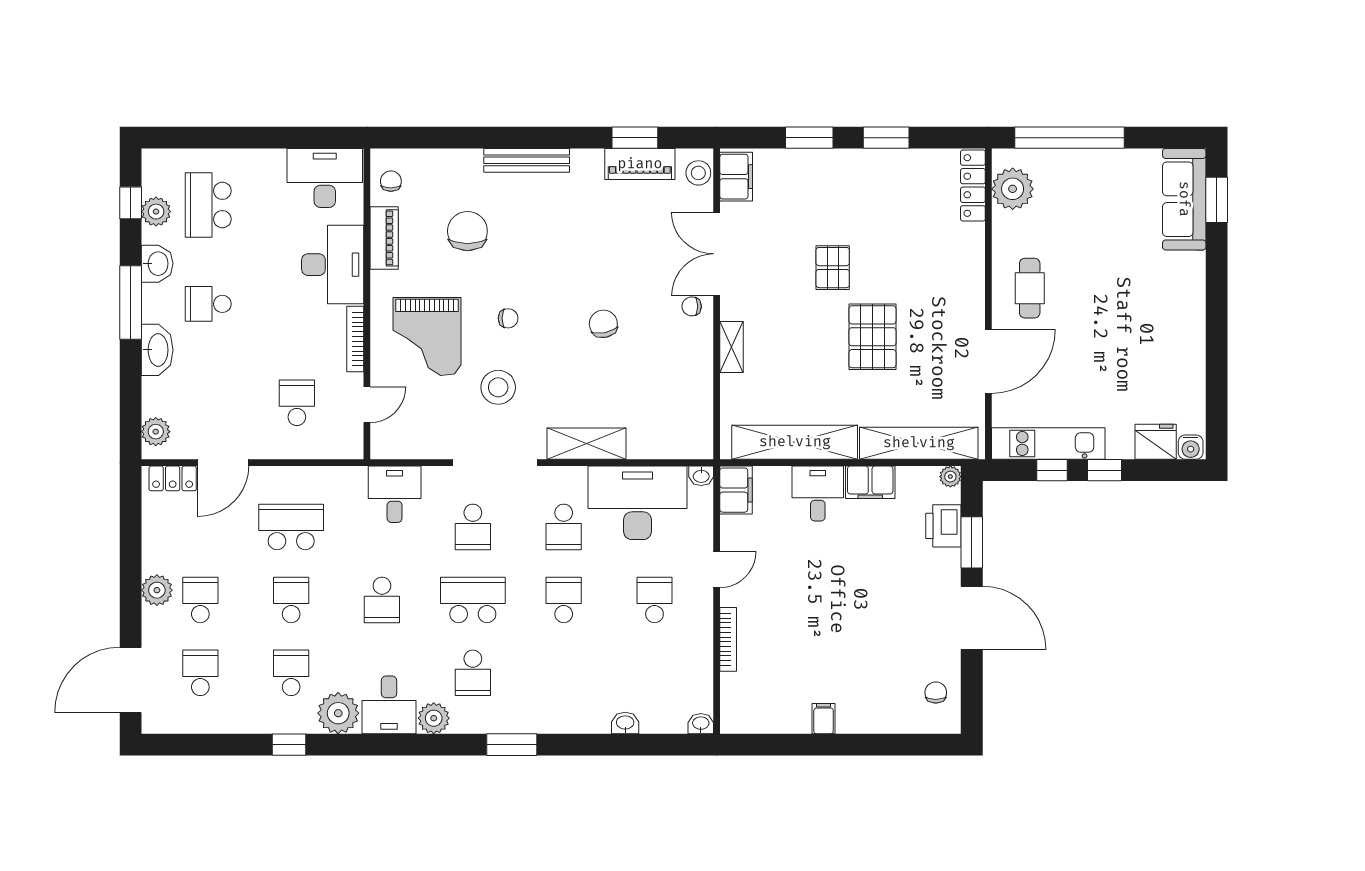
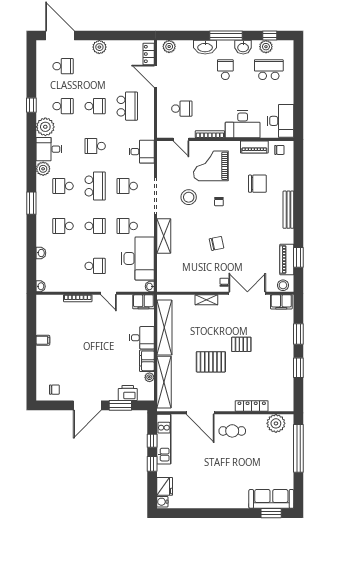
locker: (973, 185) -> (252, 406), moved
plant: (950, 477) -> (149, 377), moved
school desk: (200, 600) -> (63, 226), moved, turned 180

